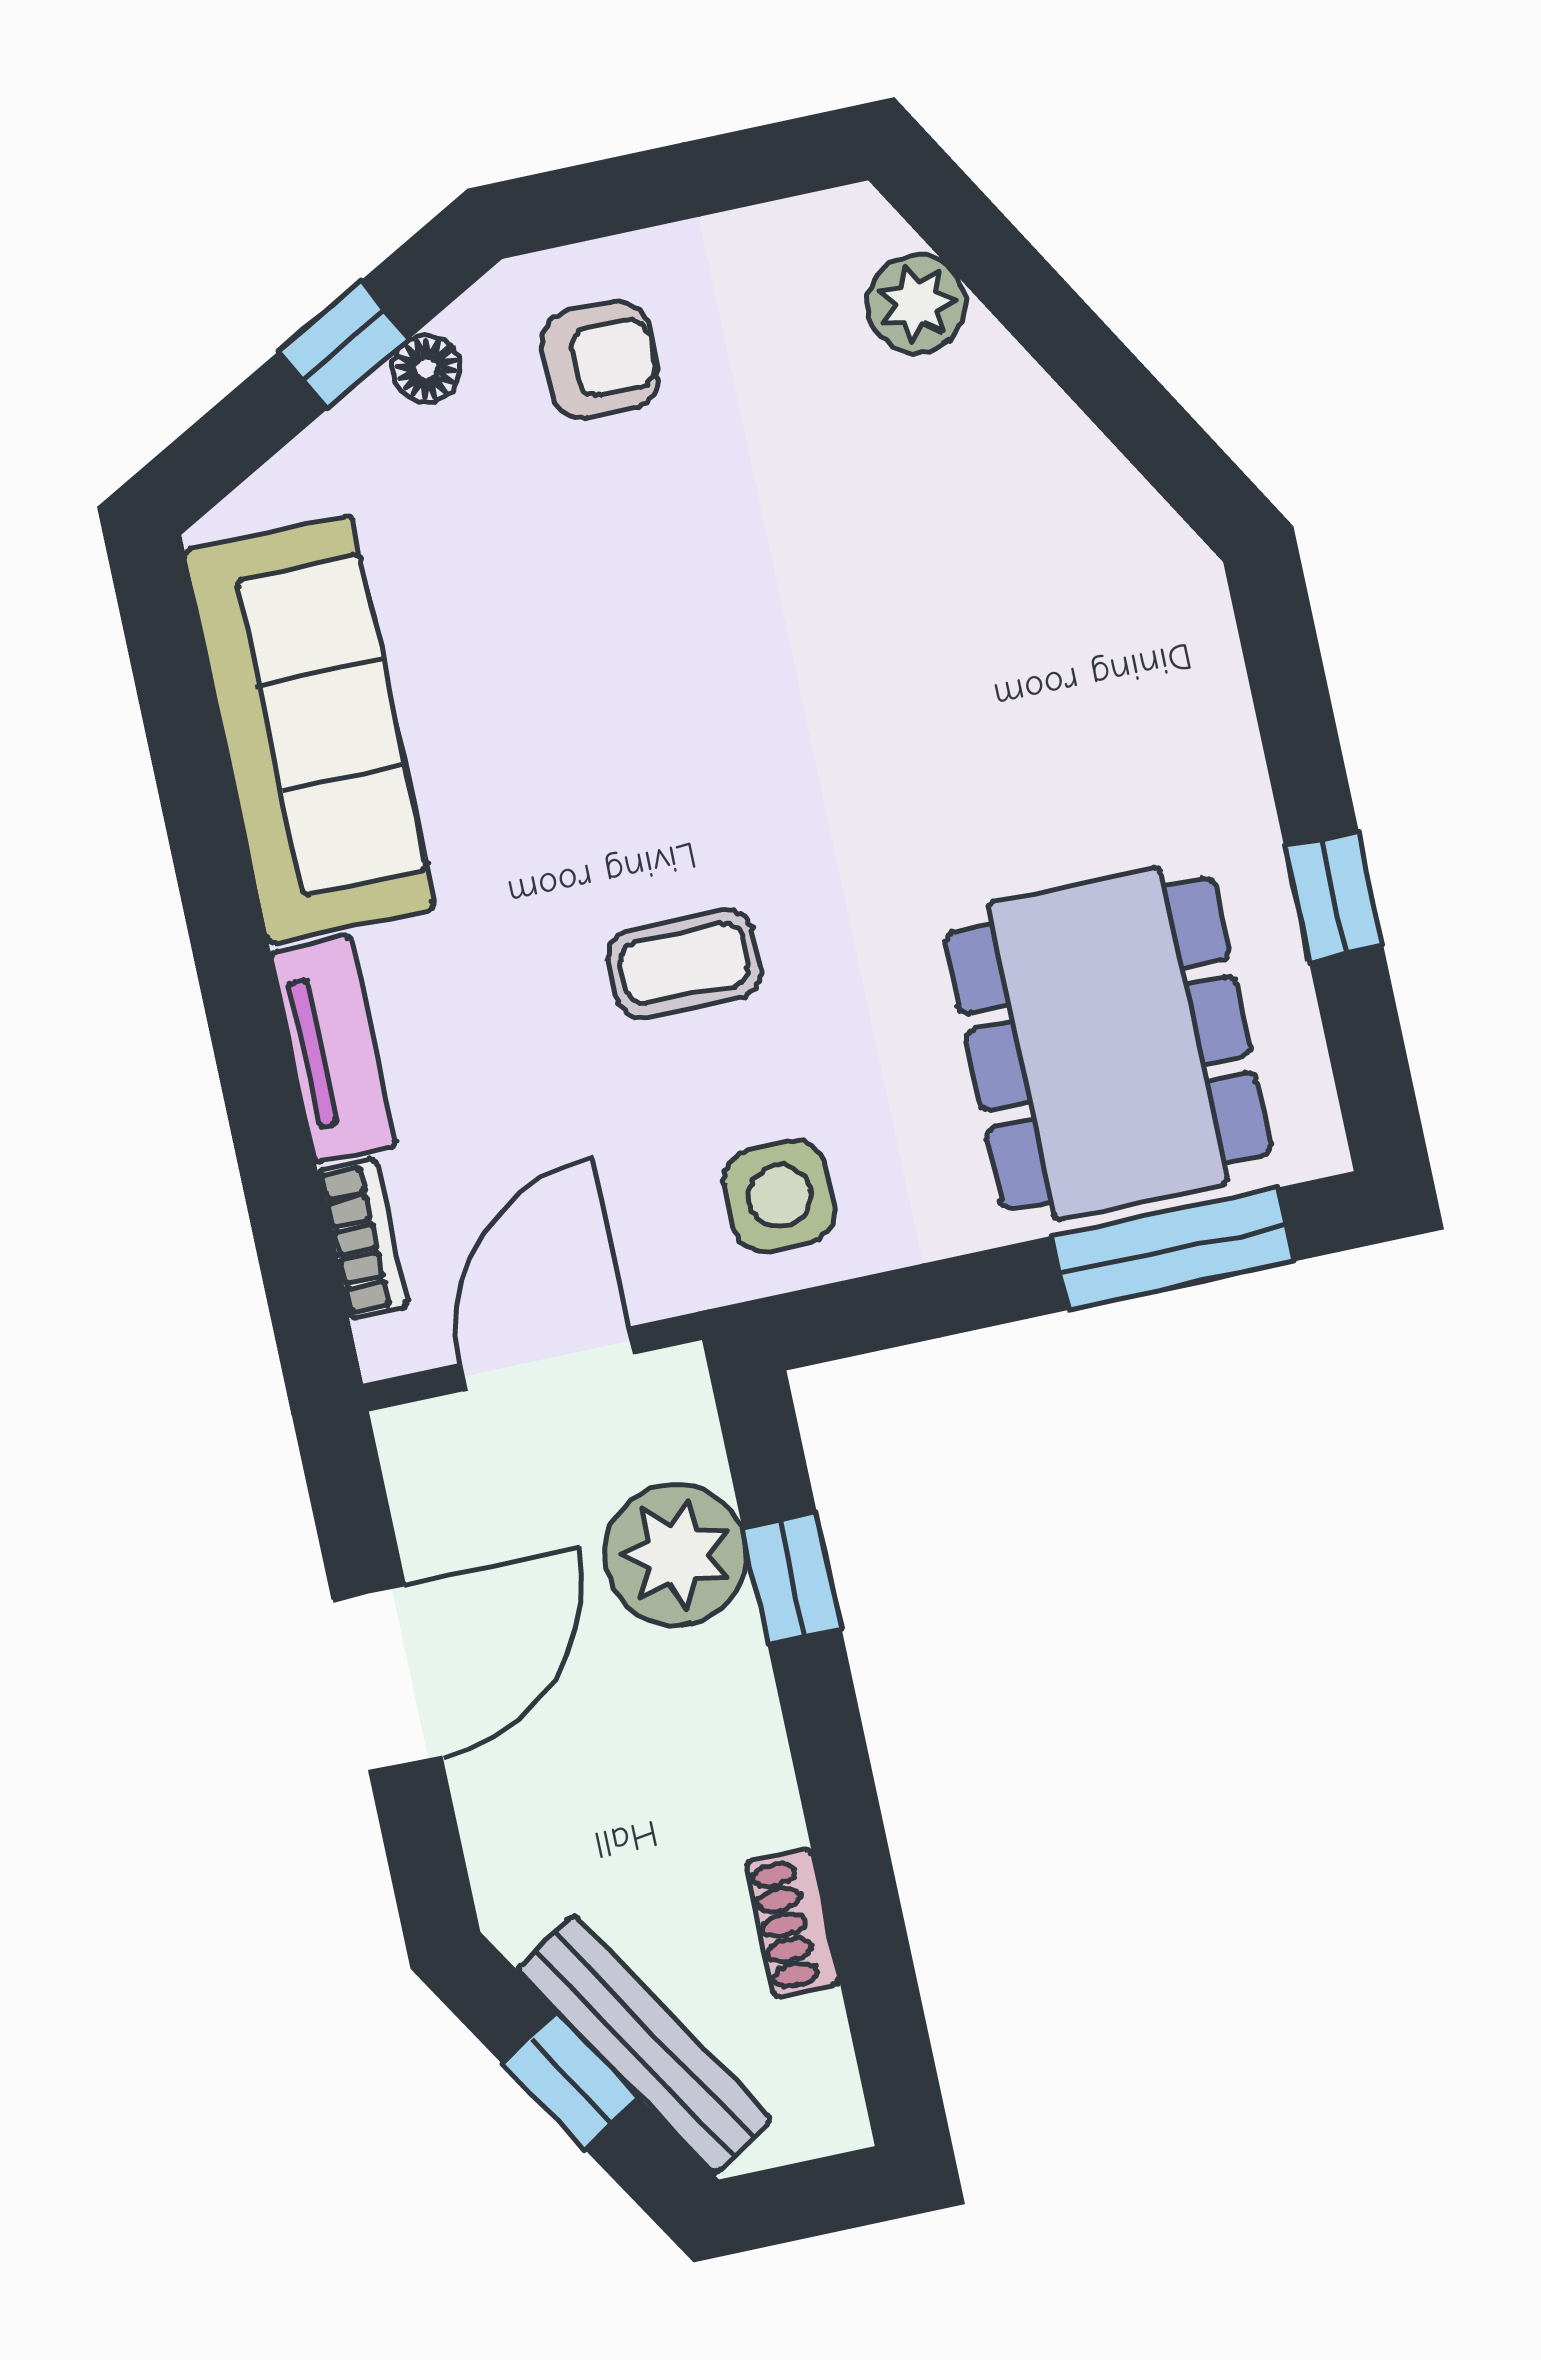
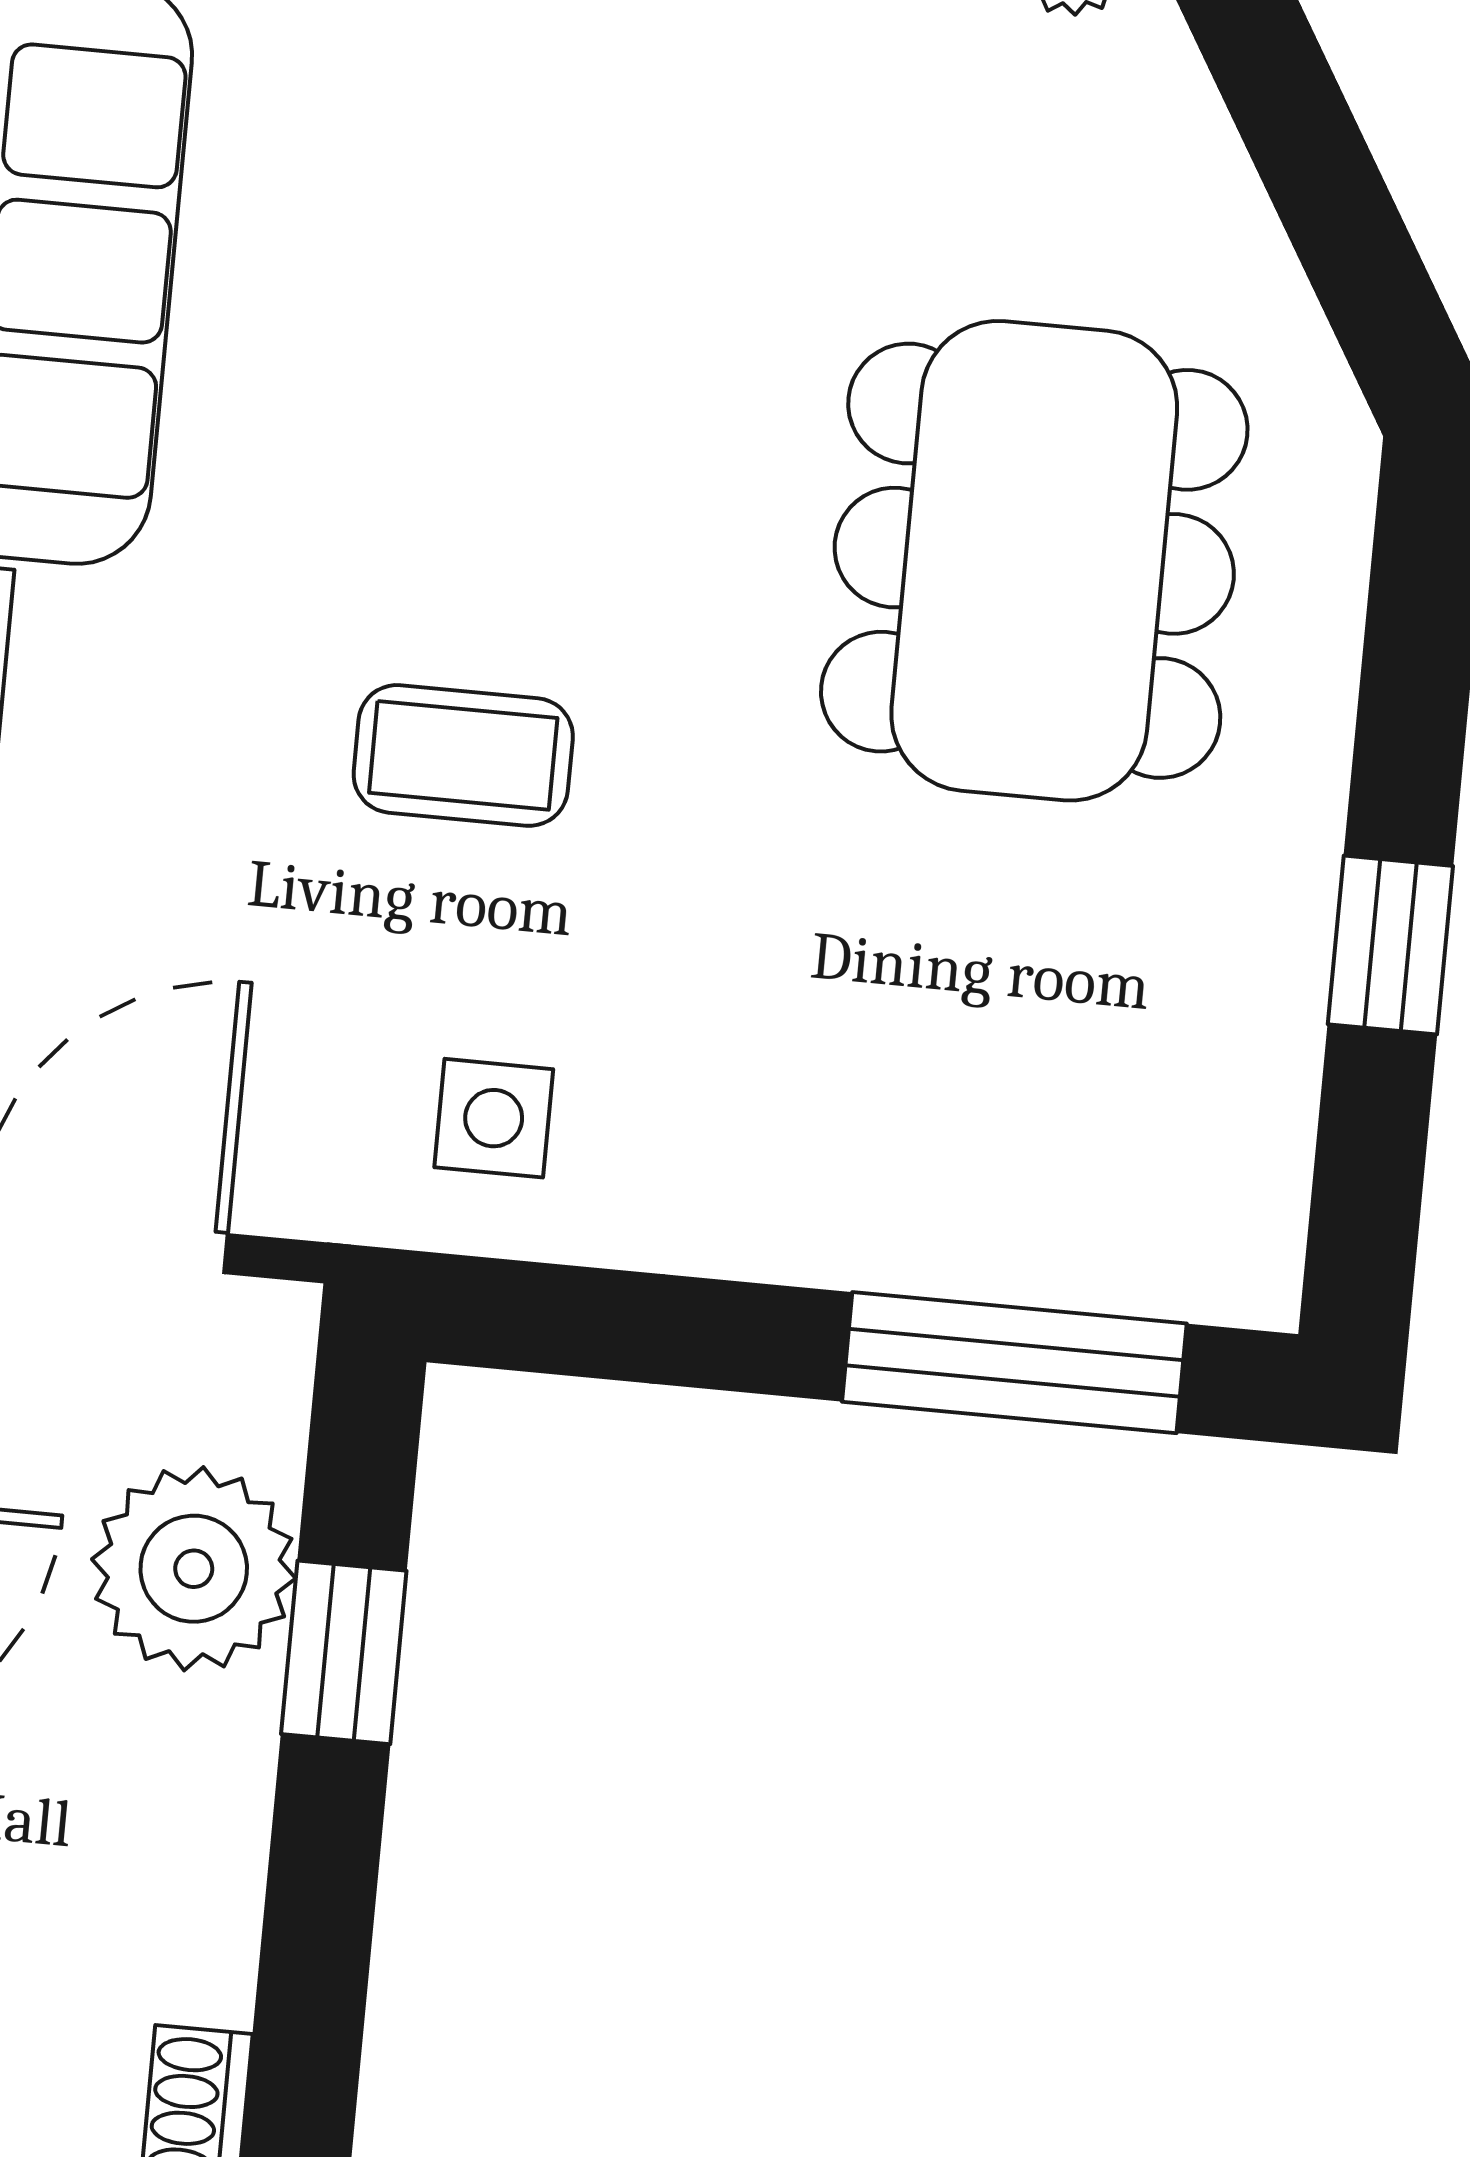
dining table: (1108, 1043) -> (1034, 561), moved
side table: (780, 1196) -> (494, 1118), width x0.73, depth x0.73

